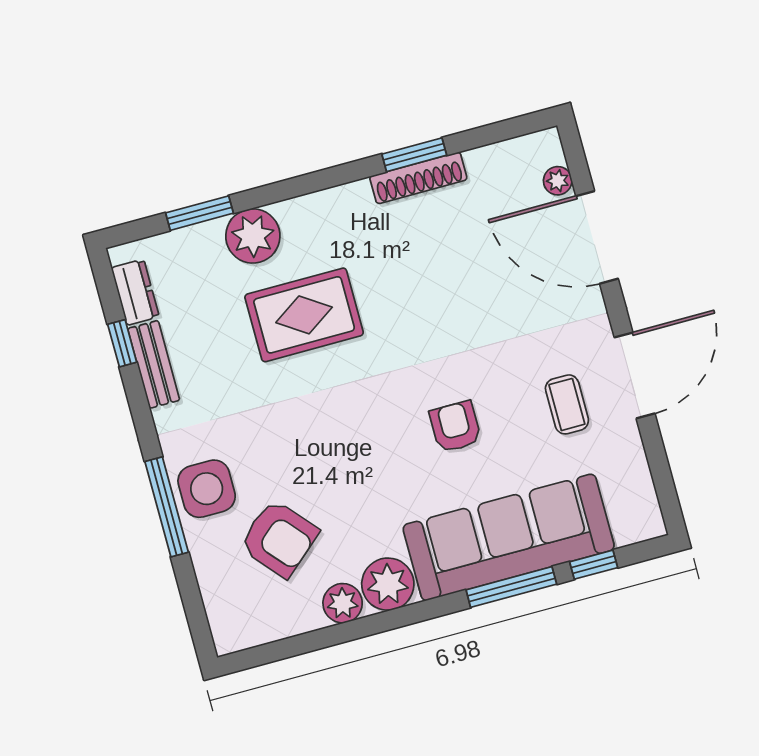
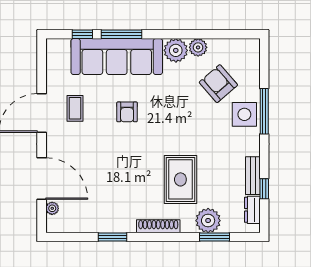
shoe rack: (418, 178) -> (158, 226), moved
plant: (253, 236) -> (208, 221), moved
rug: (304, 315) -> (180, 179), turned 90

